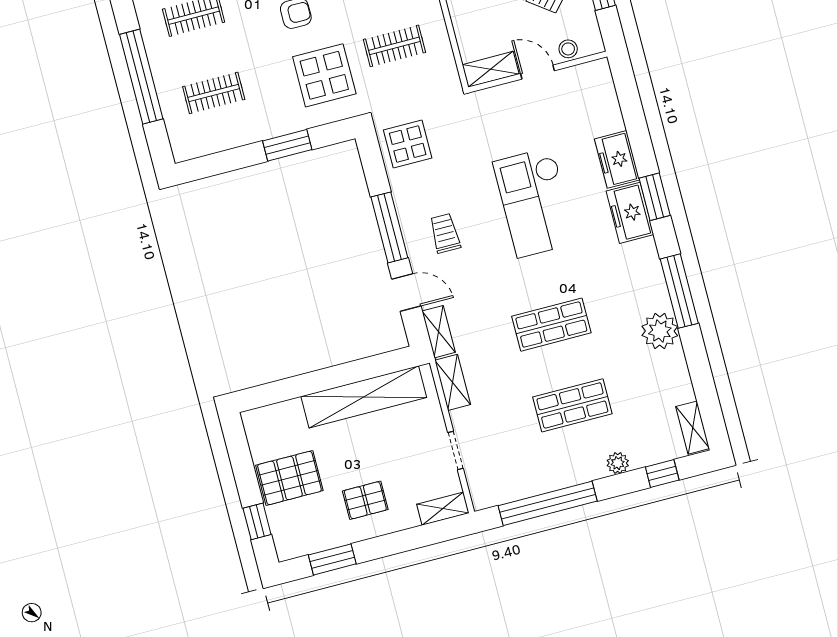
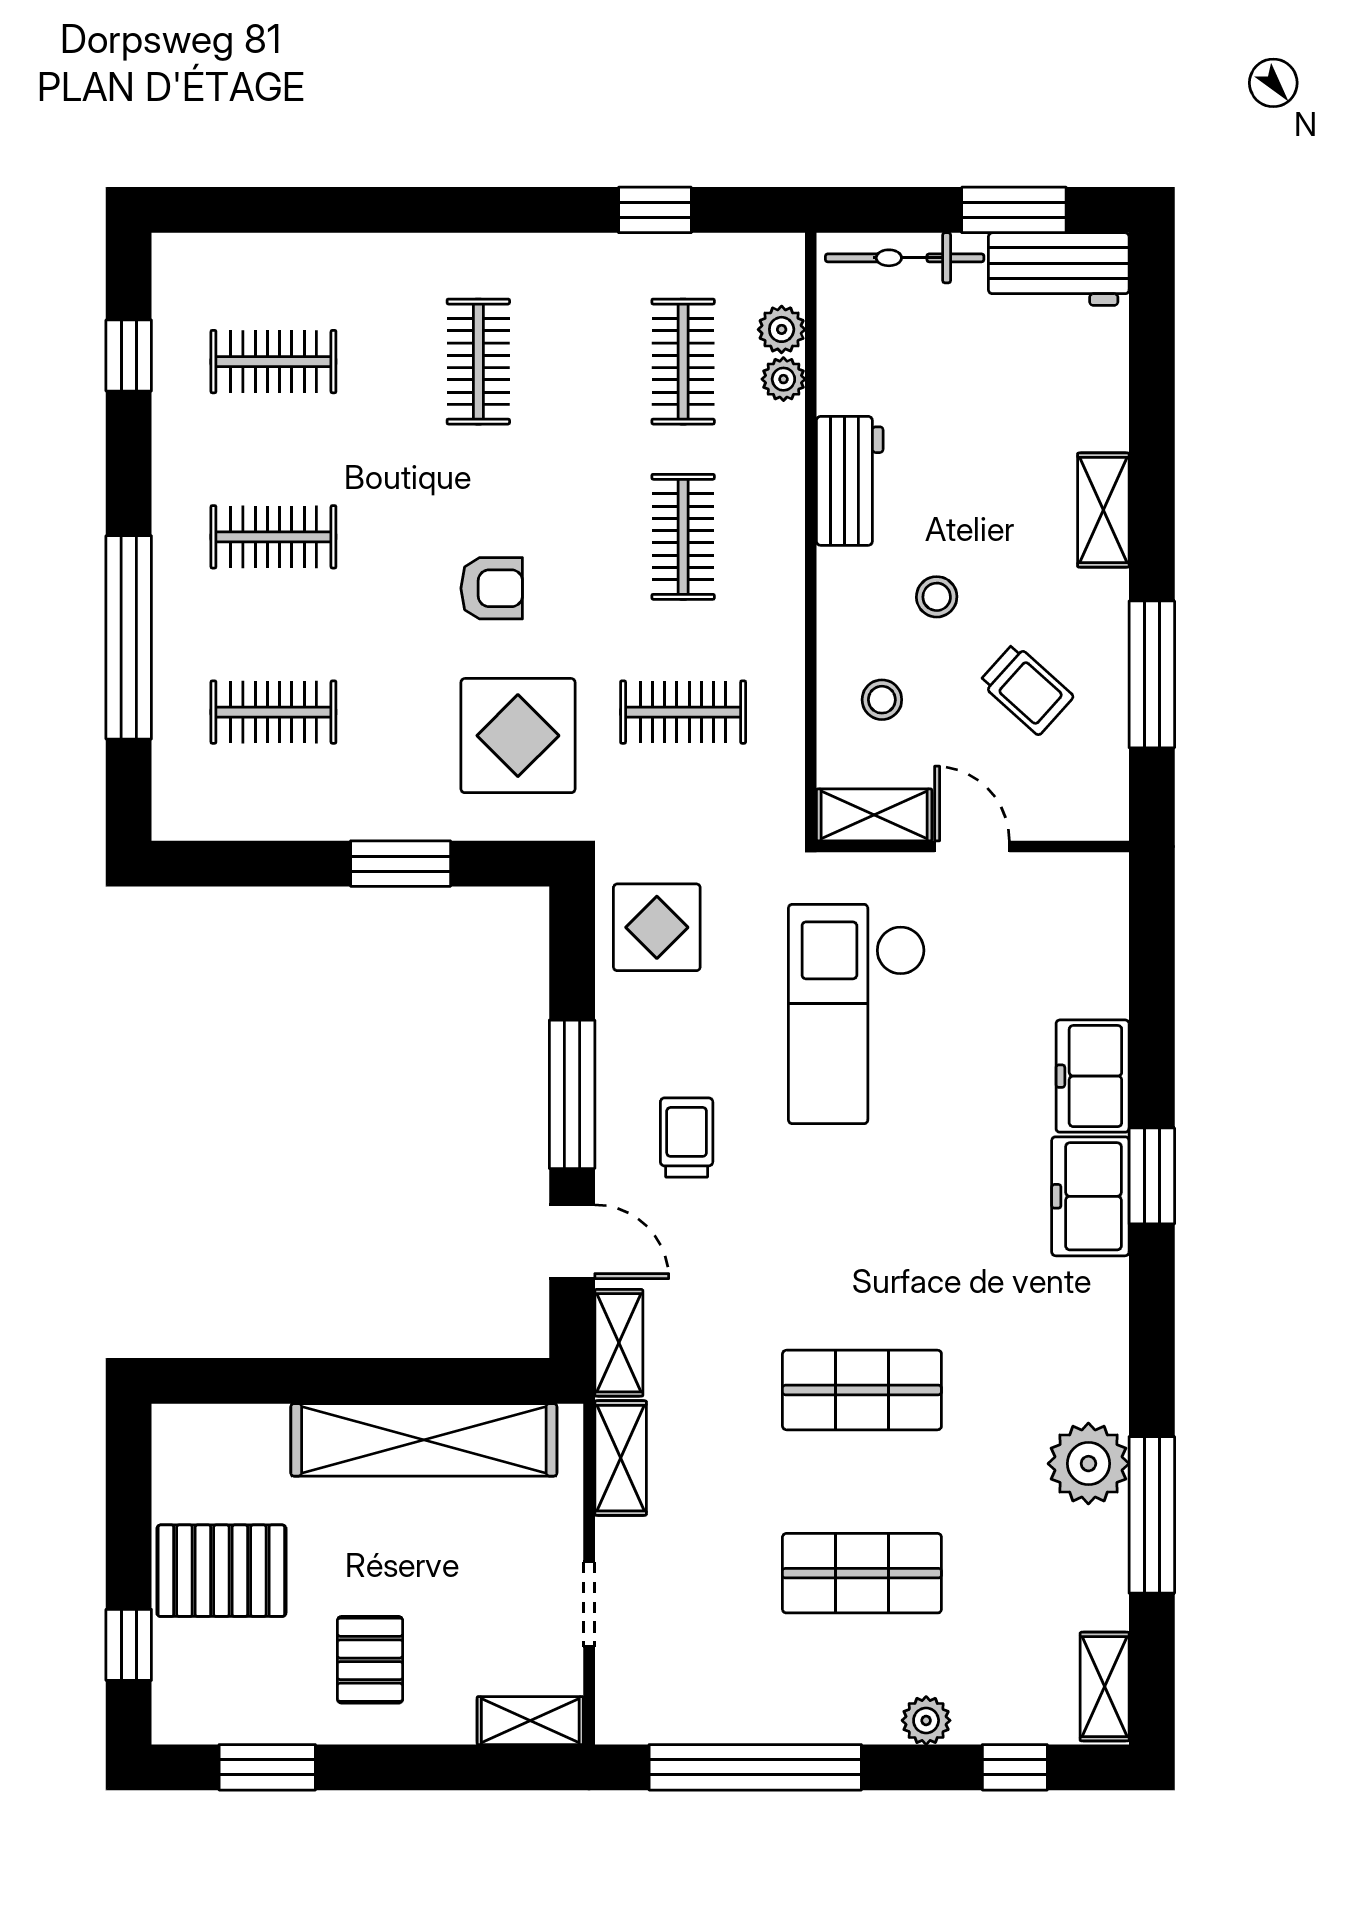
stool: (568, 49) -> (882, 700), moved
checkout: (535, 202) -> (857, 1014), moved
window: (679, 291) -> (1152, 1515), moved
pallet: (365, 500) -> (370, 1660), turned 90

